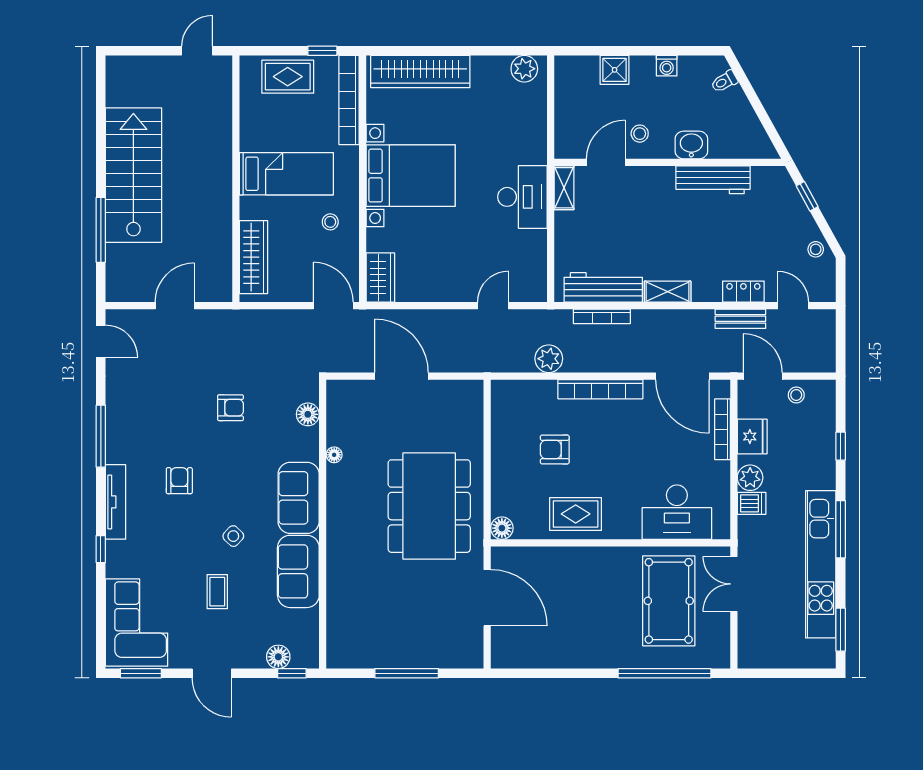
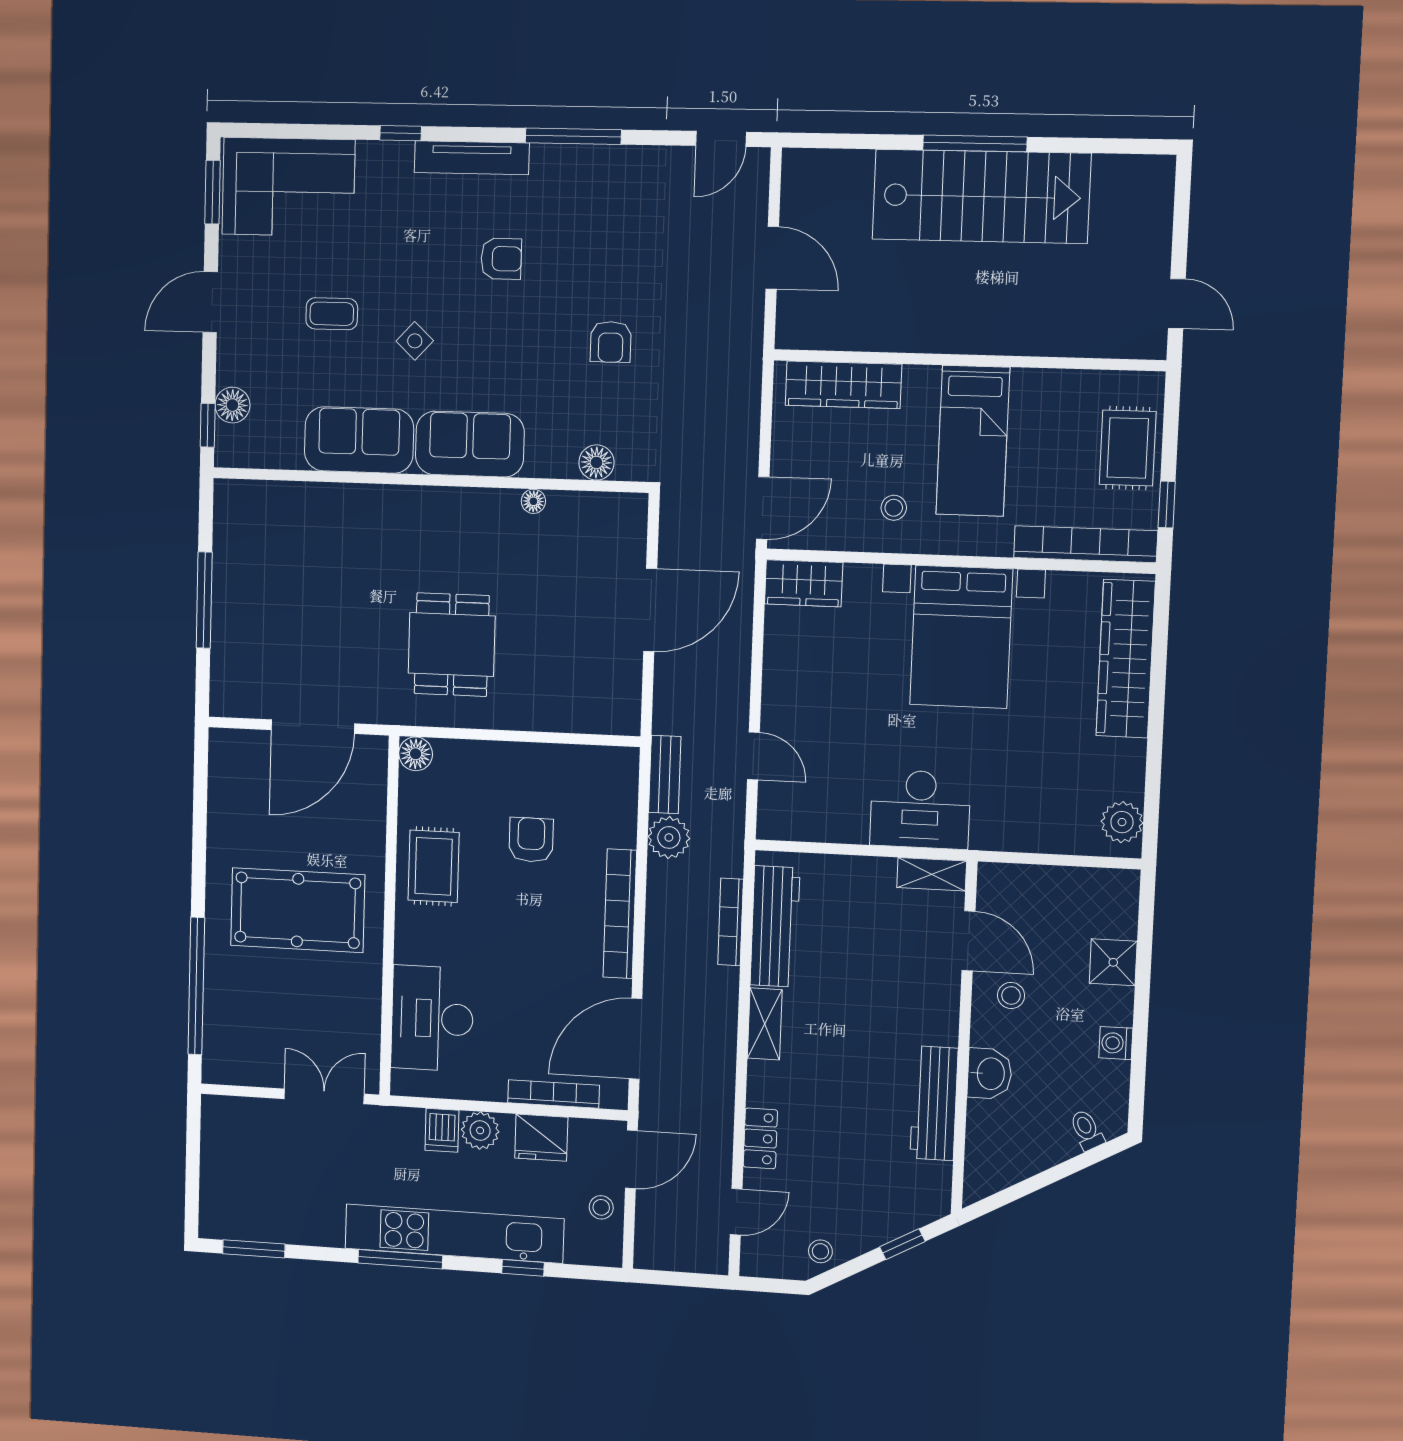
window: (101, 230) -> (975, 143), moved
bench: (740, 319) -> (665, 775), moved
dining table: (429, 506) -> (452, 645), width x0.53, depth x0.80
kitchen unit: (821, 564) -> (454, 1234), moved
pool table: (669, 601) -> (298, 910), moved

